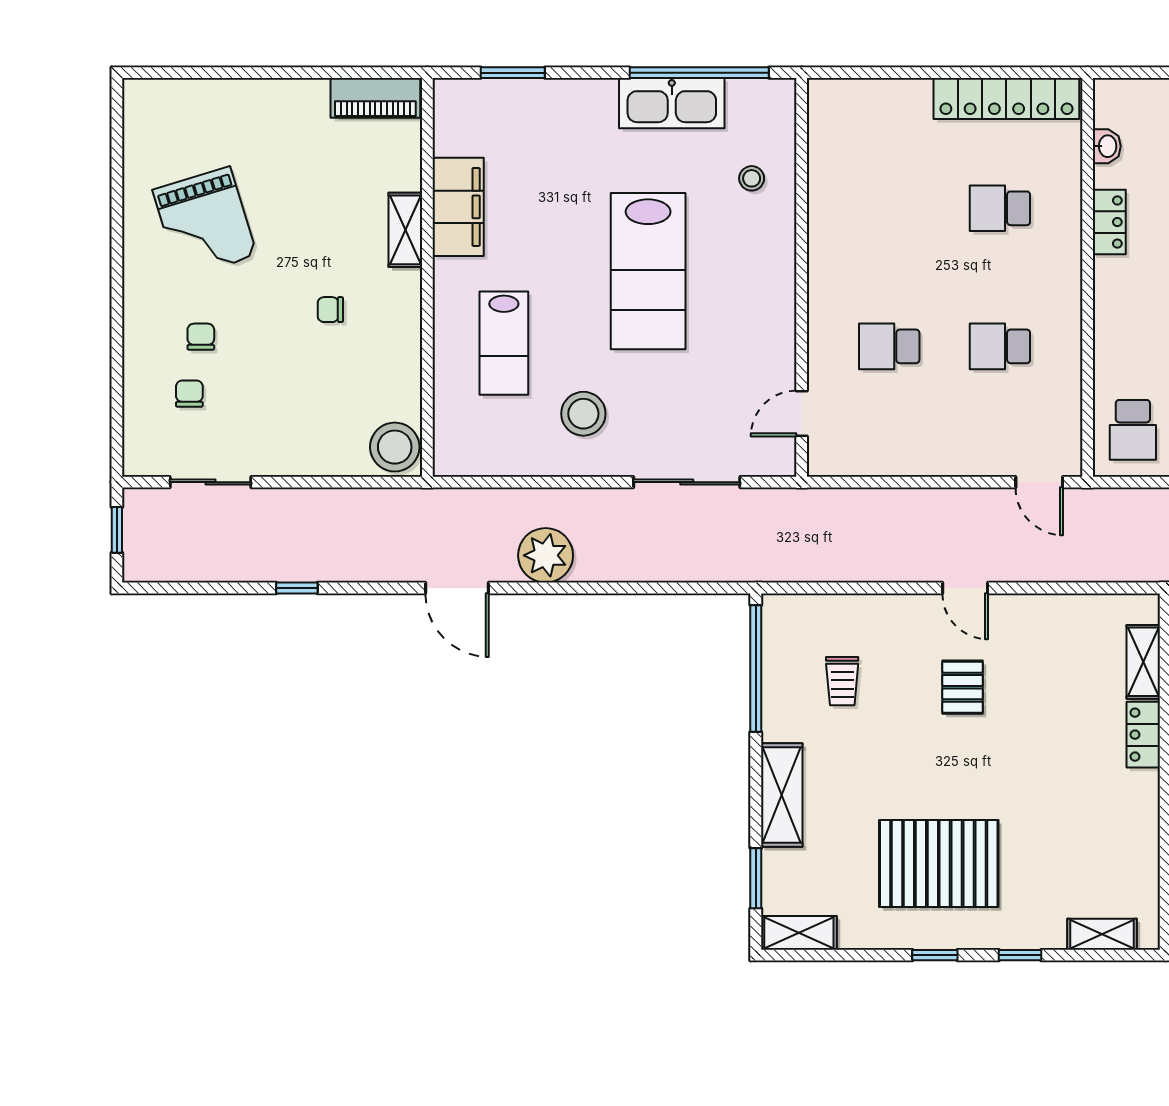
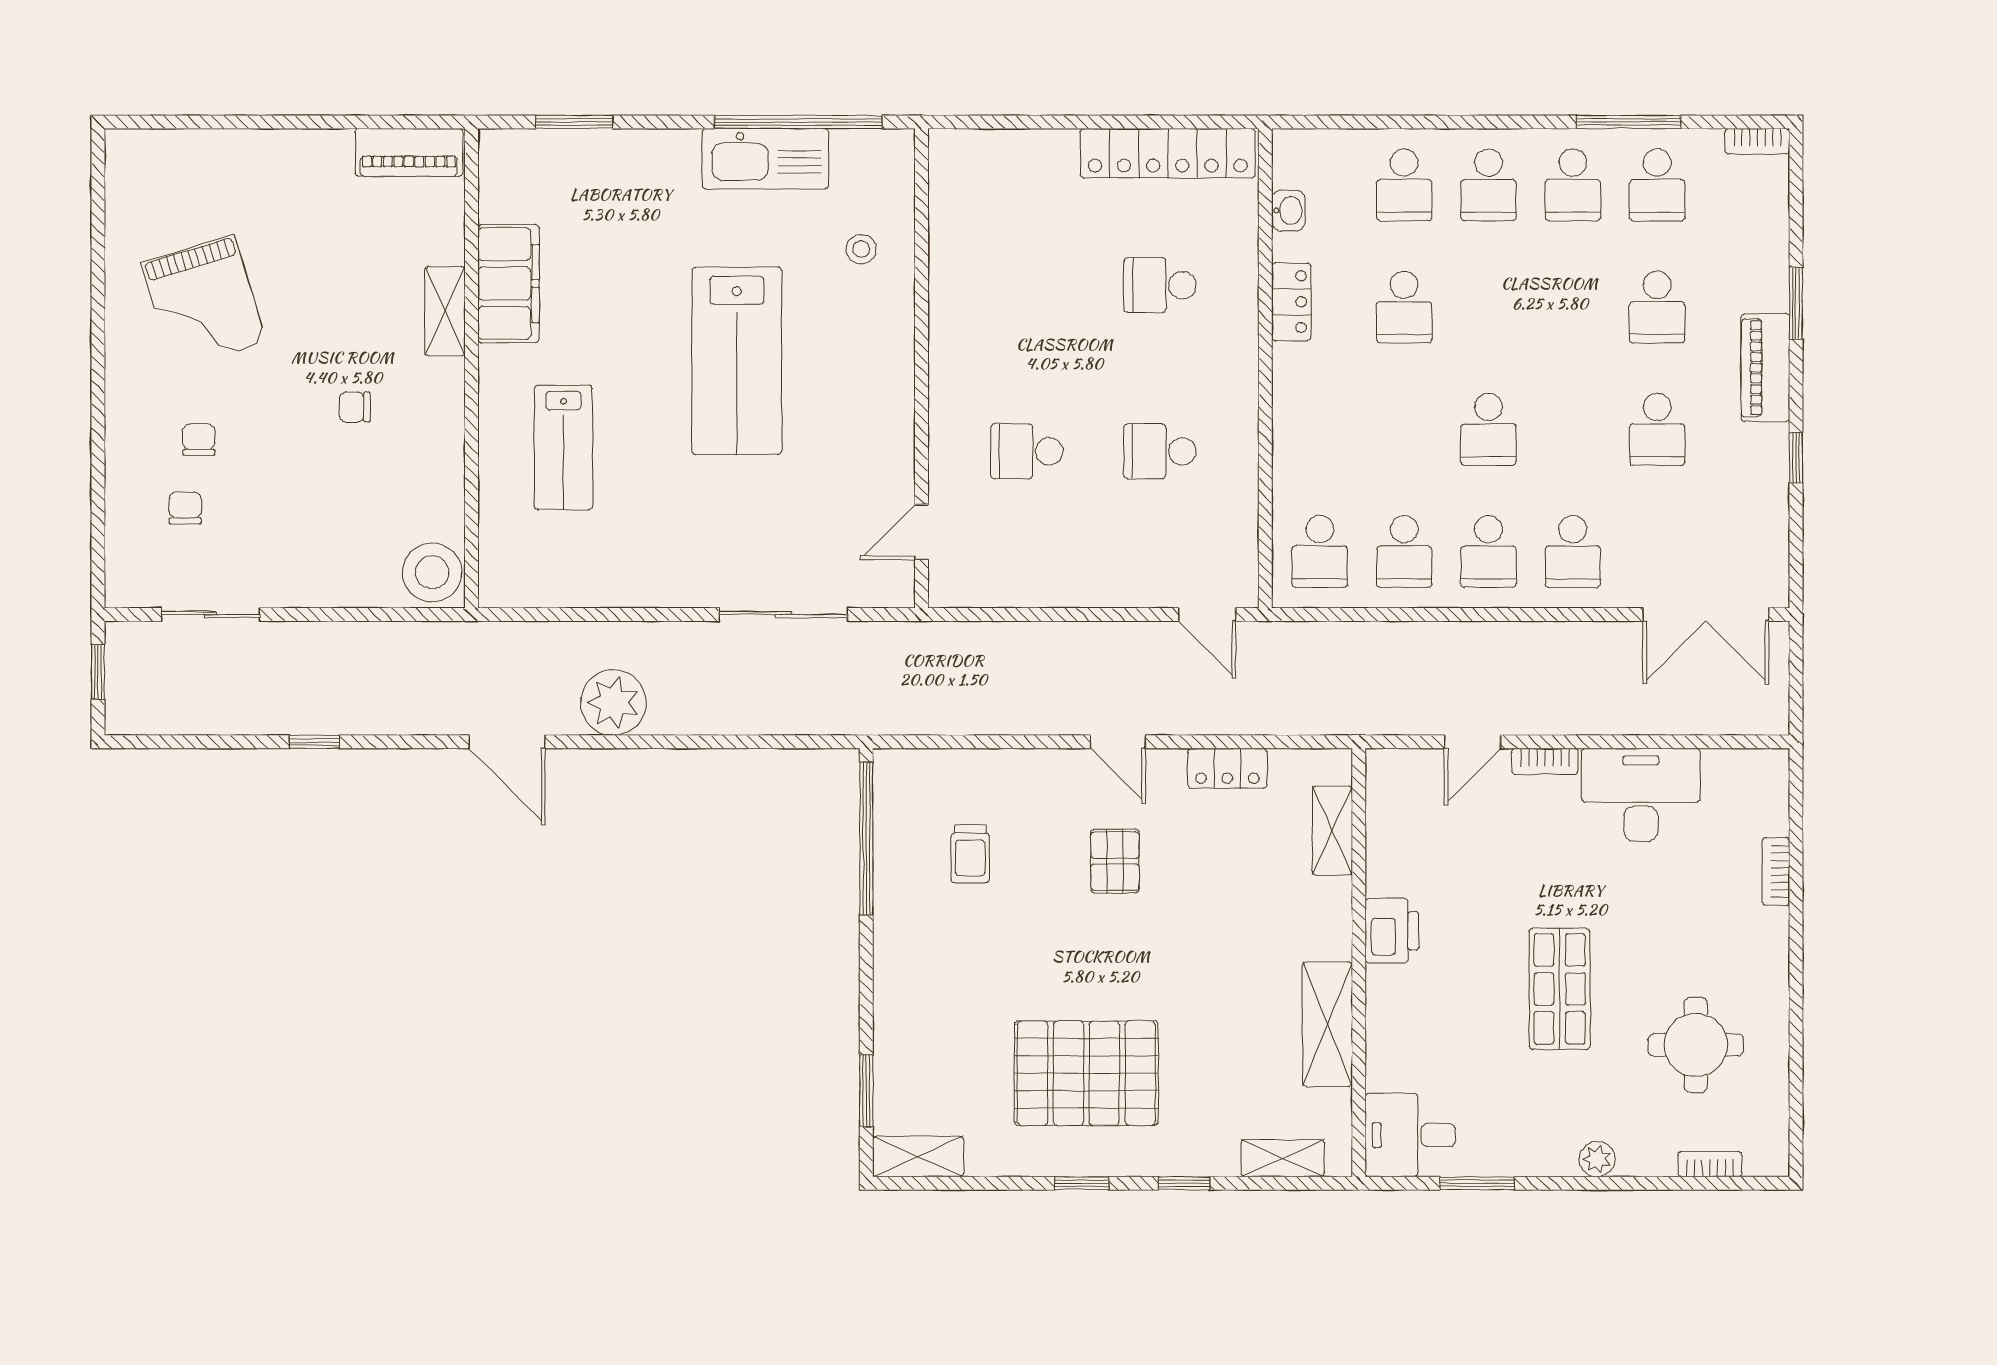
stool: (583, 414) -> (659, 532), removed
locker: (1143, 735) -> (1227, 768), moved, turned -90
shelving: (782, 795) -> (1327, 1024), moved

